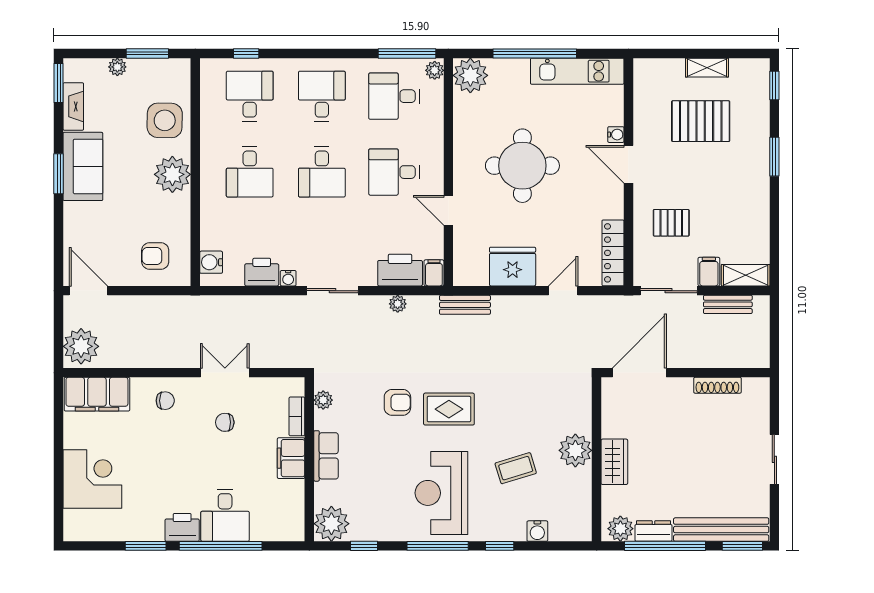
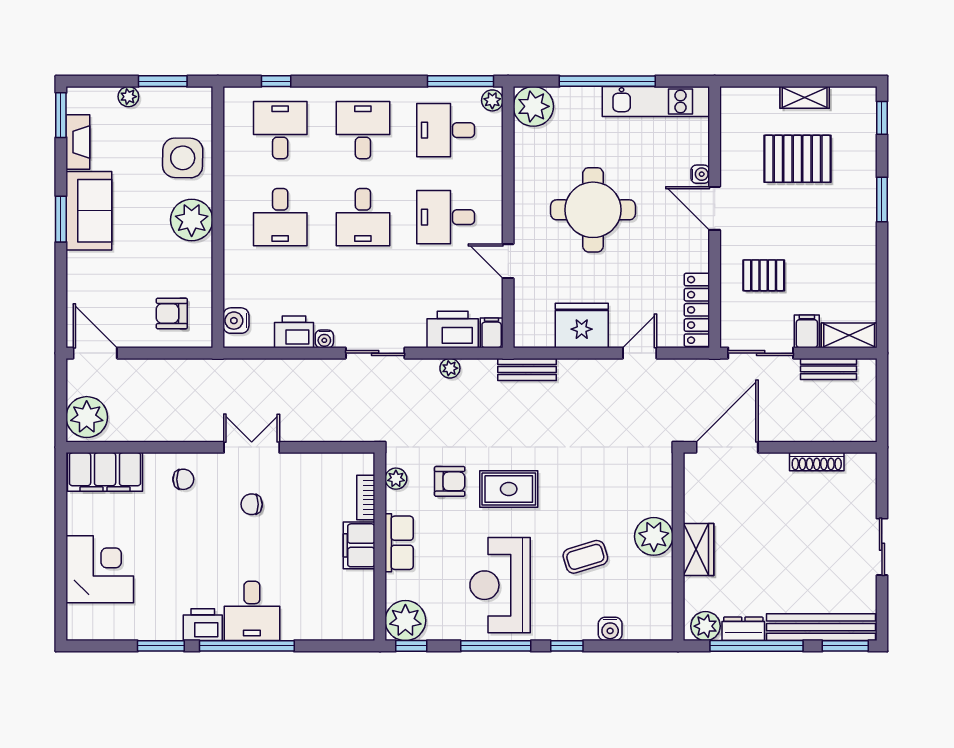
plant: (323, 400) -> (396, 479), moved
bookcase: (297, 416) -> (366, 497), moved
row of seats: (326, 456) -> (399, 543), moved
filing cabinet: (291, 458) -> (359, 545), moved
wall: (309, 459) -> (380, 547), moved
plant: (331, 524) -> (405, 621), moved

